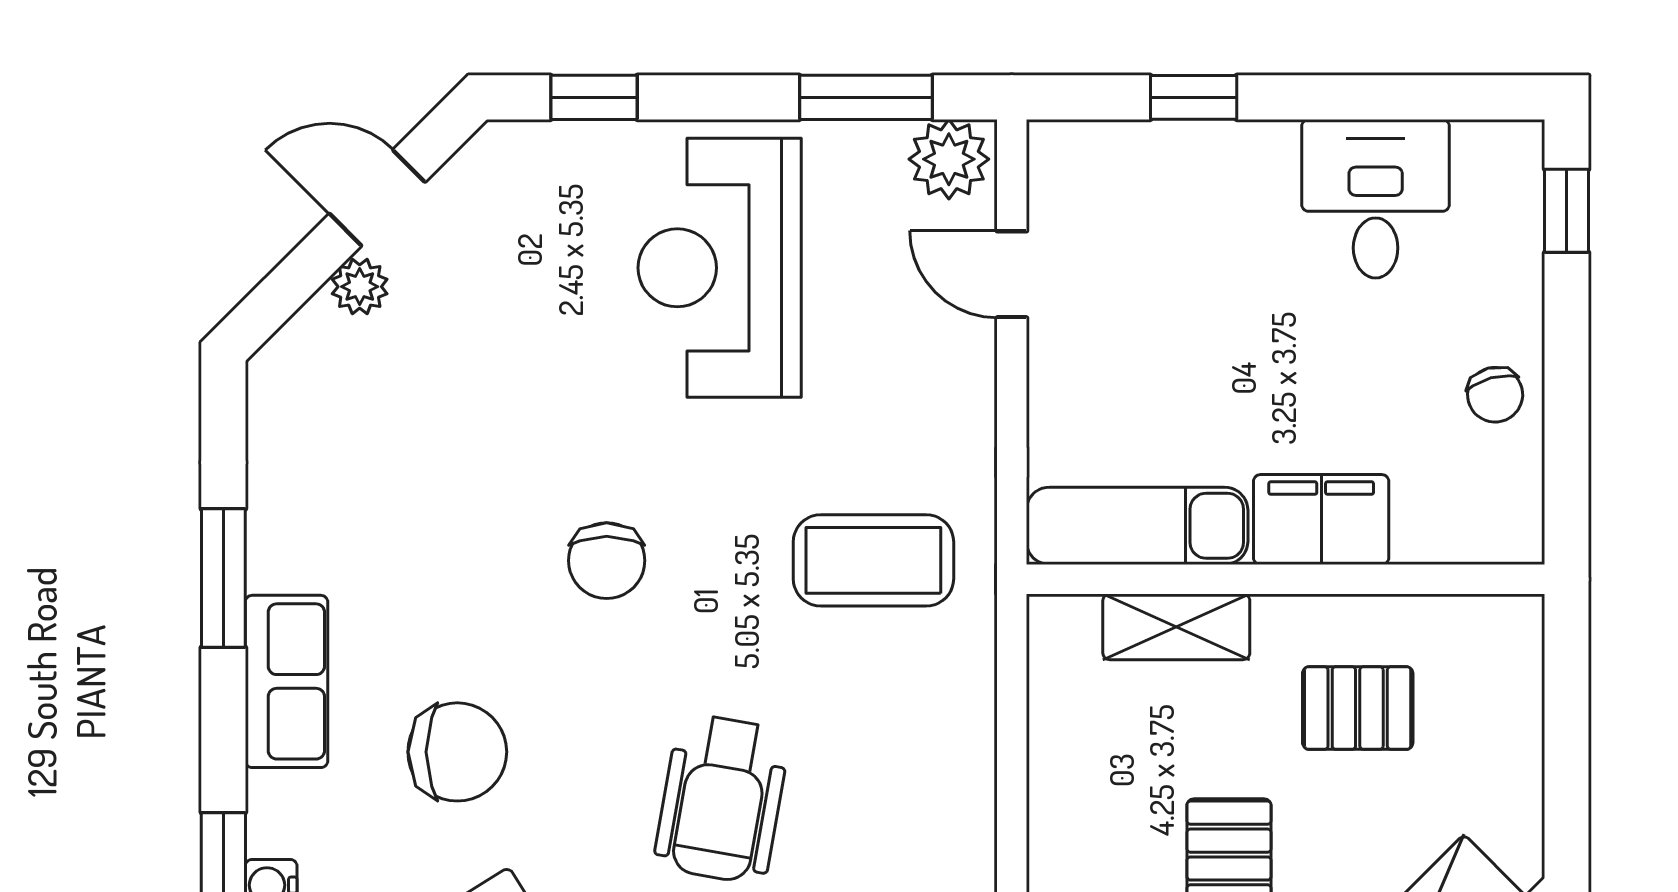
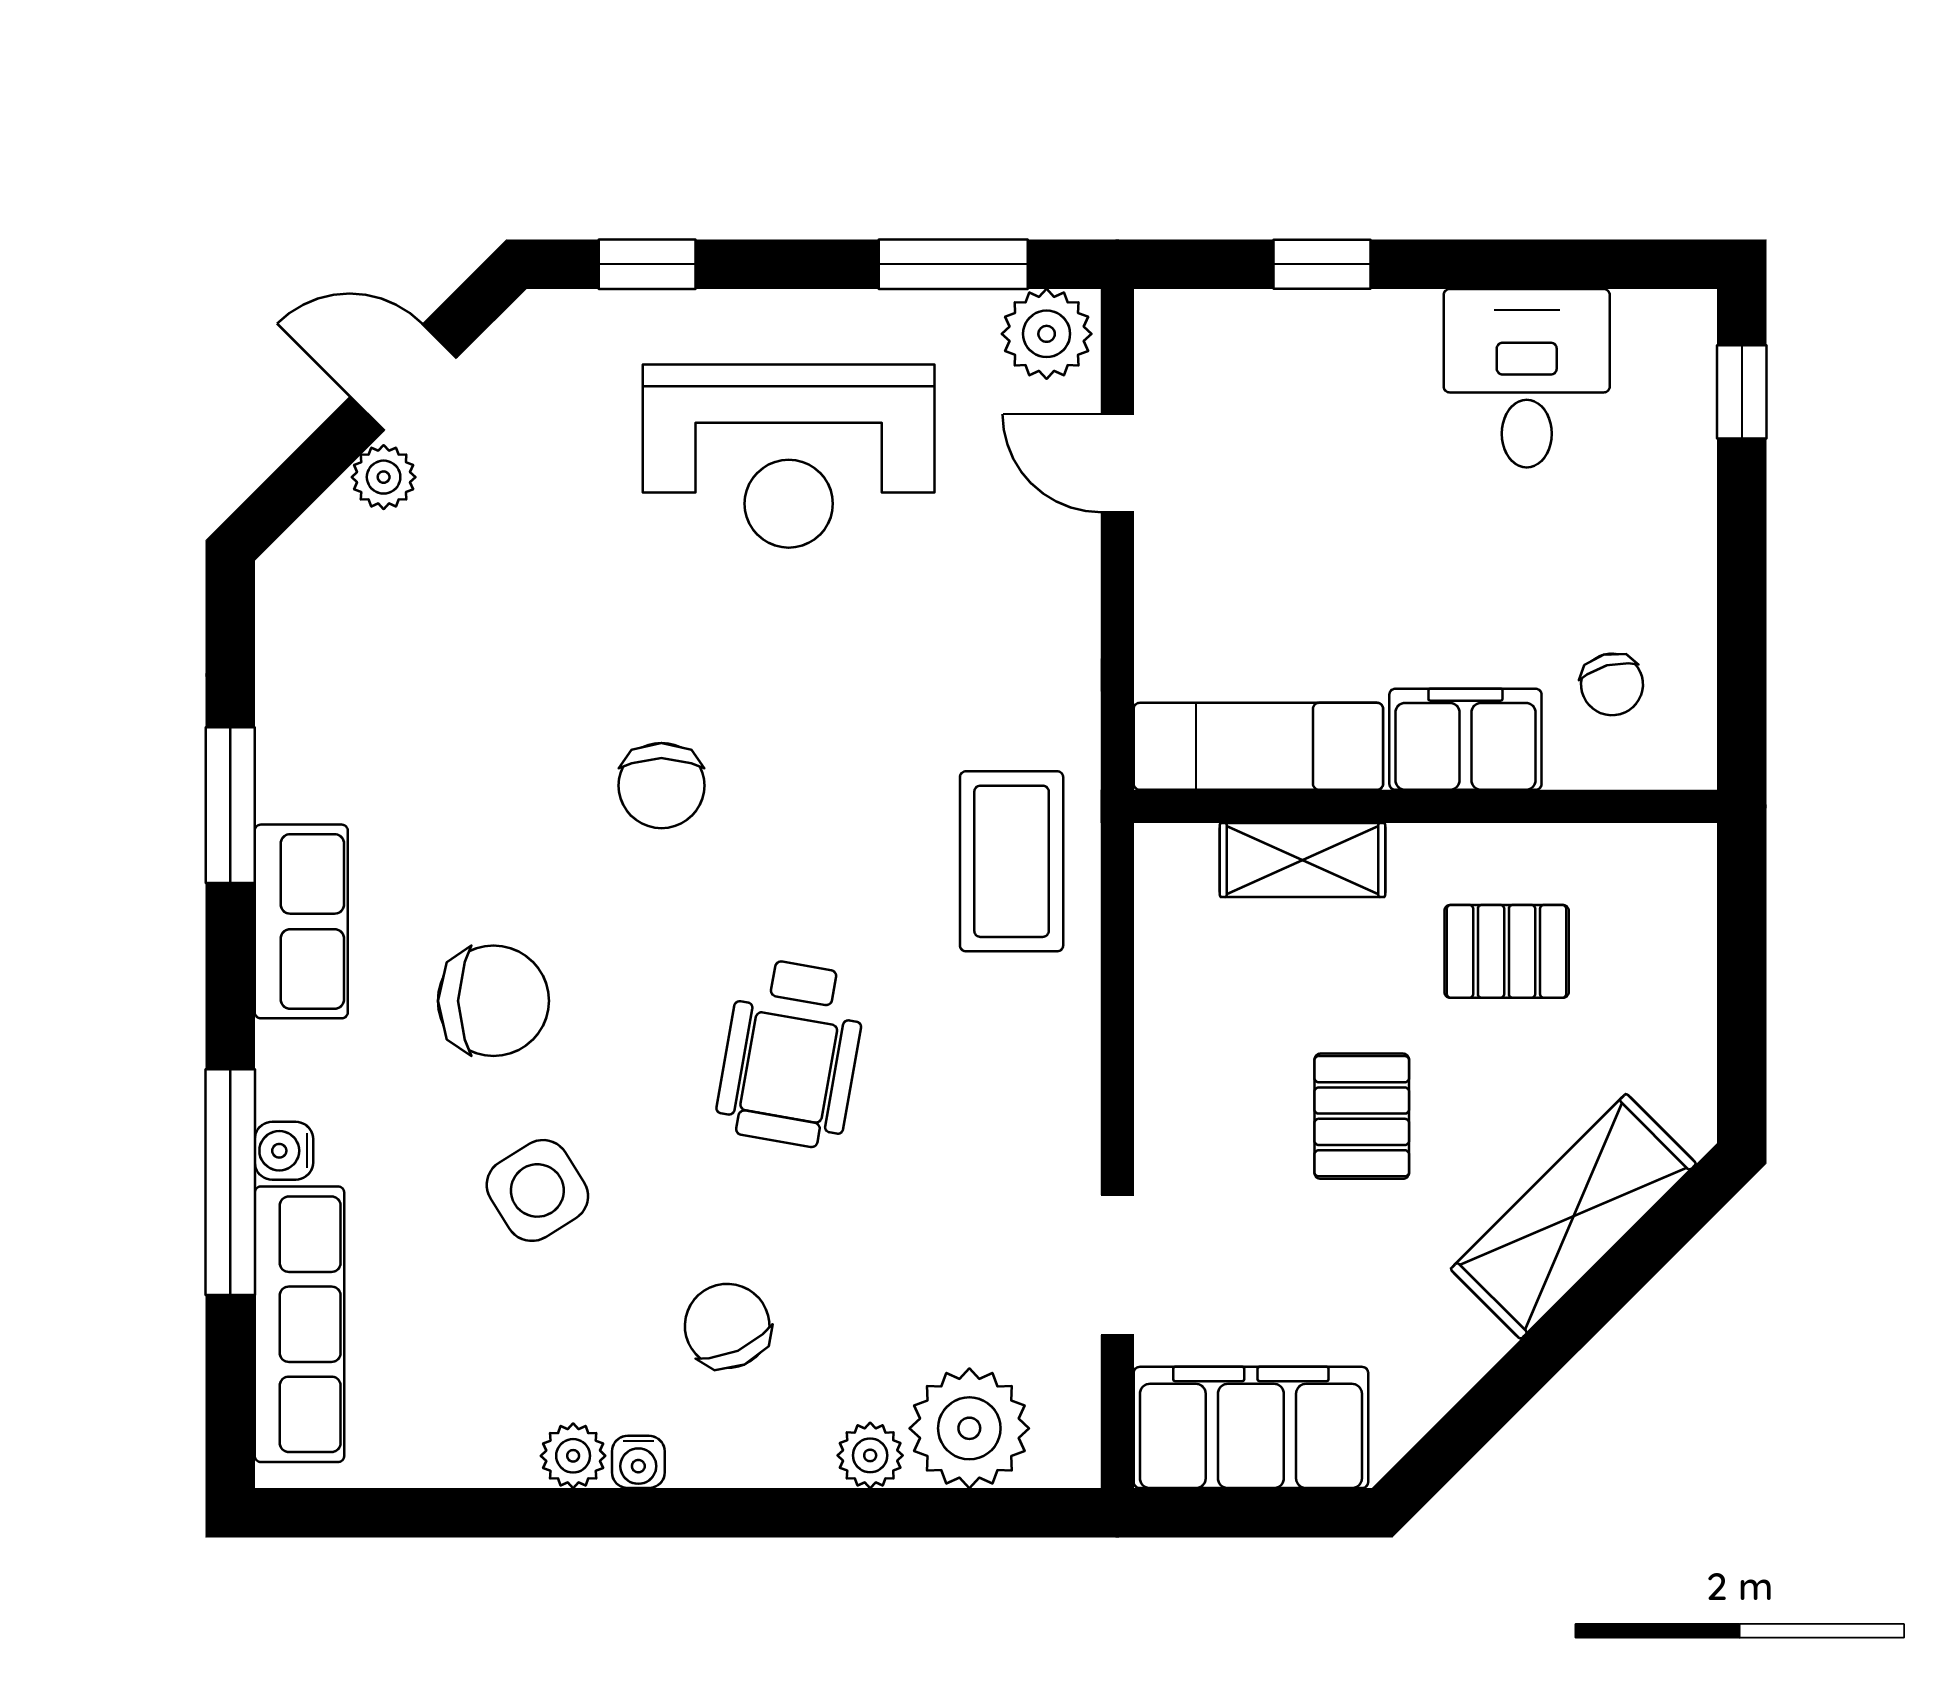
reception desk: (720, 268) -> (789, 456), turned -90
chair: (1495, 395) -> (1612, 684), moved
coffee table: (873, 560) -> (1012, 861), moved, turned 90

